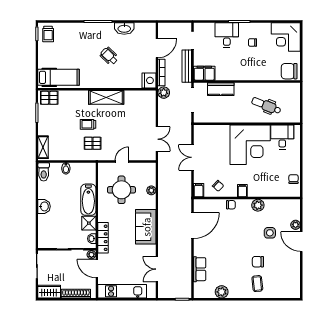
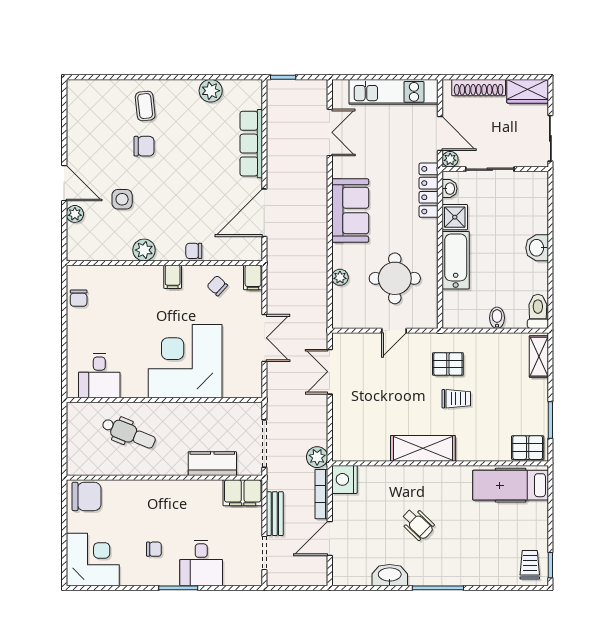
bench: (187, 66) -> (275, 514), width x0.73
corner desk: (250, 145) -> (185, 361), moved
row of seats: (200, 269) -> (251, 144), width x1.48

